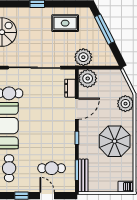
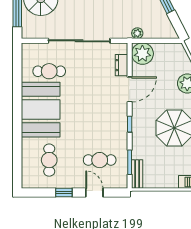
plant: (83, 57) -> (137, 33), width x0.53, depth x0.53
bench: (83, 176) -> (137, 174), width x0.73

